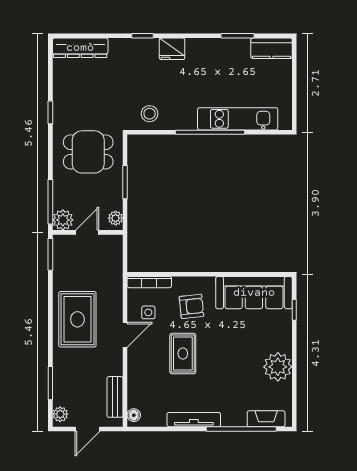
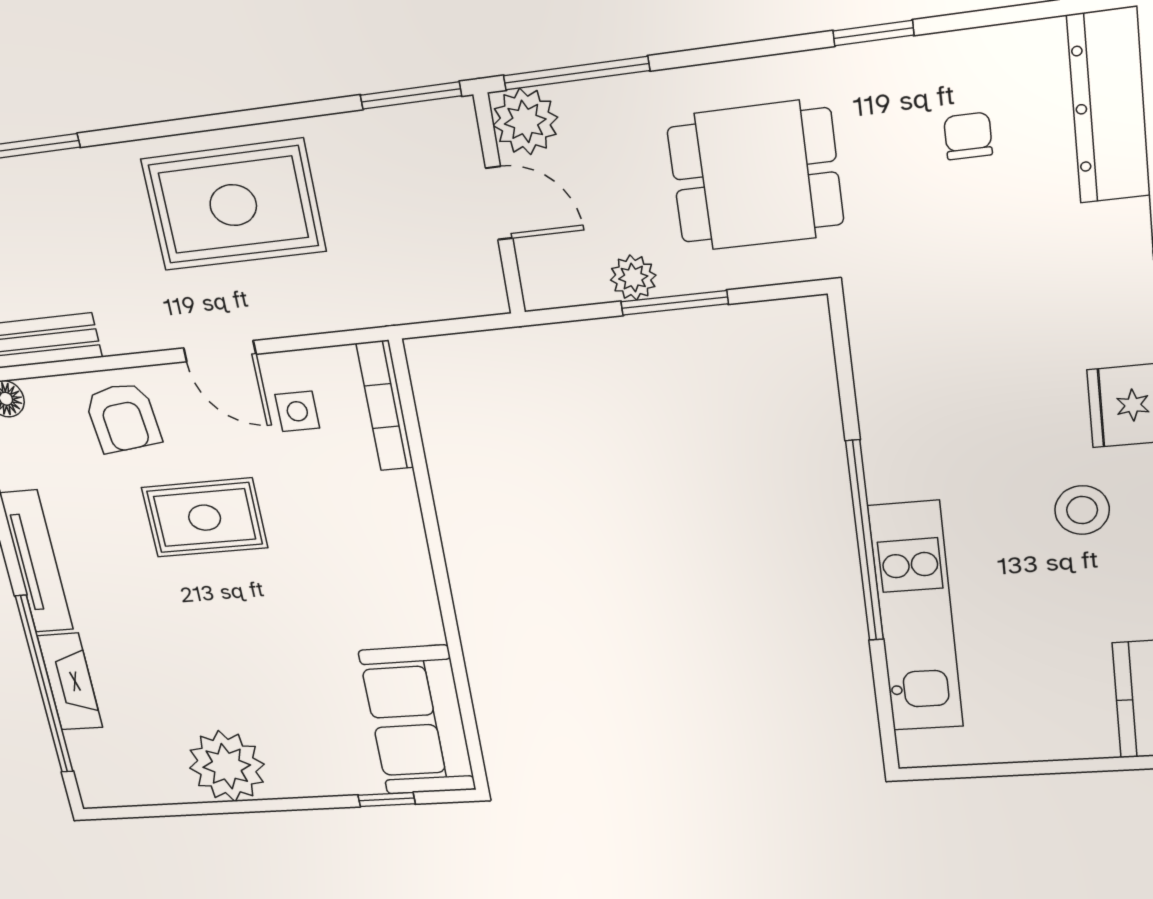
chair: (84, 88) -> (968, 136), added
stool: (150, 114) -> (1082, 510), moved
dining table: (88, 152) -> (755, 176), turned 90
plant: (116, 218) -> (633, 278), moved
sofa: (254, 293) -> (417, 720), width x0.73
armchair: (191, 306) -> (123, 418), moved
fireplace: (266, 419) -> (70, 682), moved

